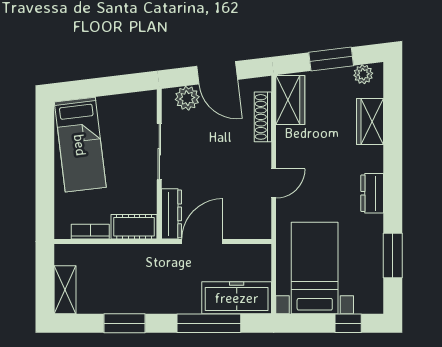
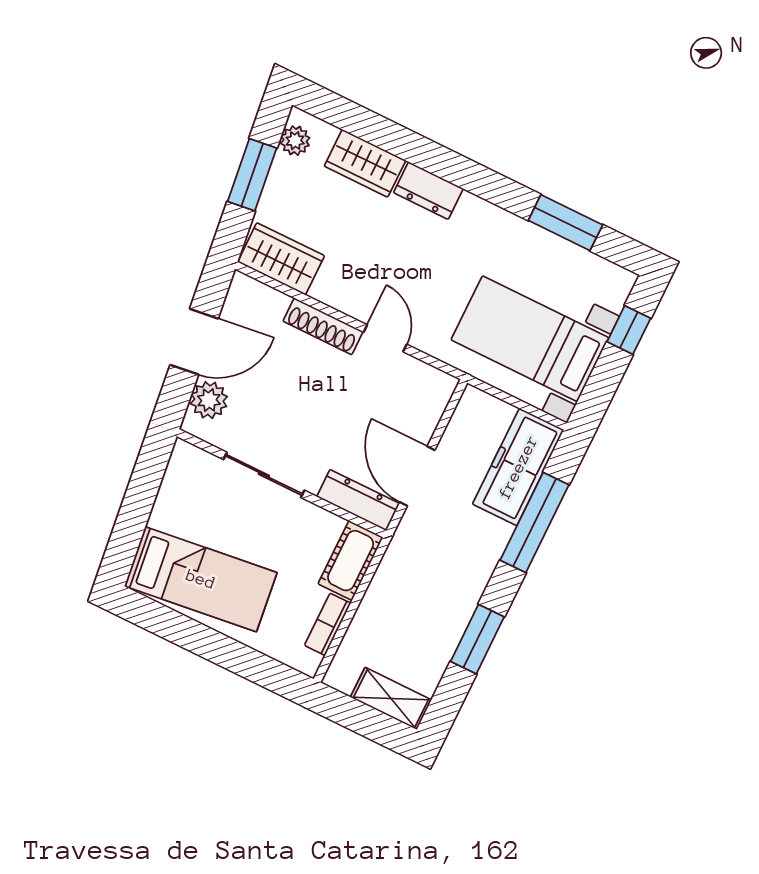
shoe rack: (263, 117) -> (323, 326), moved
dresser: (372, 193) -> (428, 191), moved

